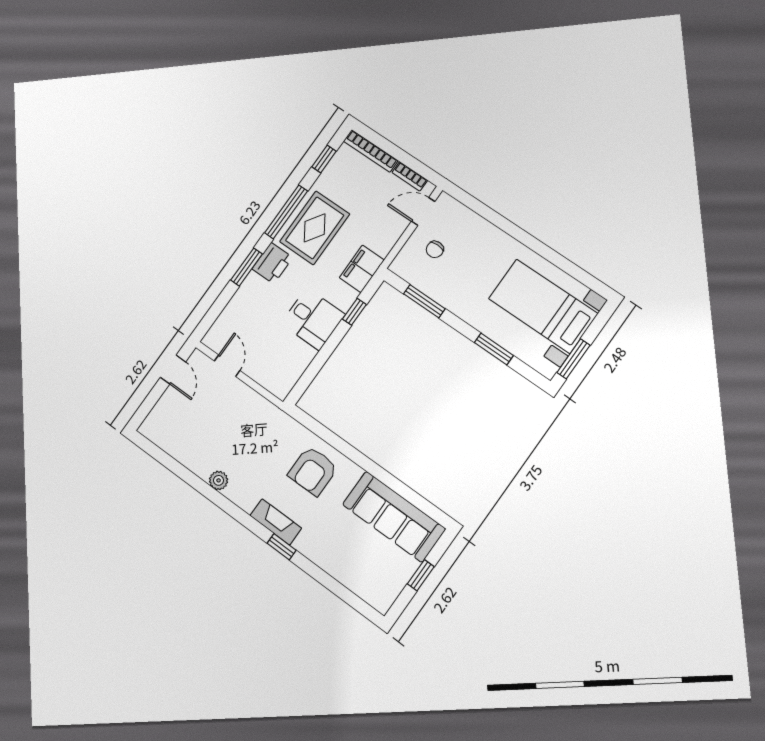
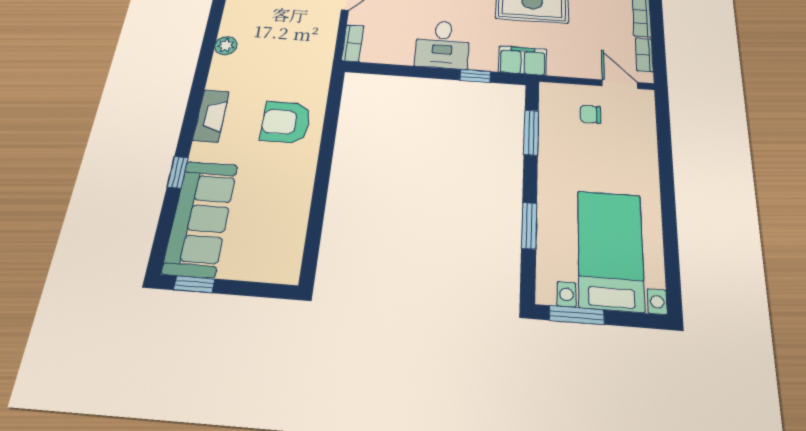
bookcase: (272, 385) -> (353, 43), added
sofa: (394, 517) -> (200, 218), moved, turned 180
window: (282, 547) -> (178, 172), moved
window: (421, 575) -> (194, 284), moved

